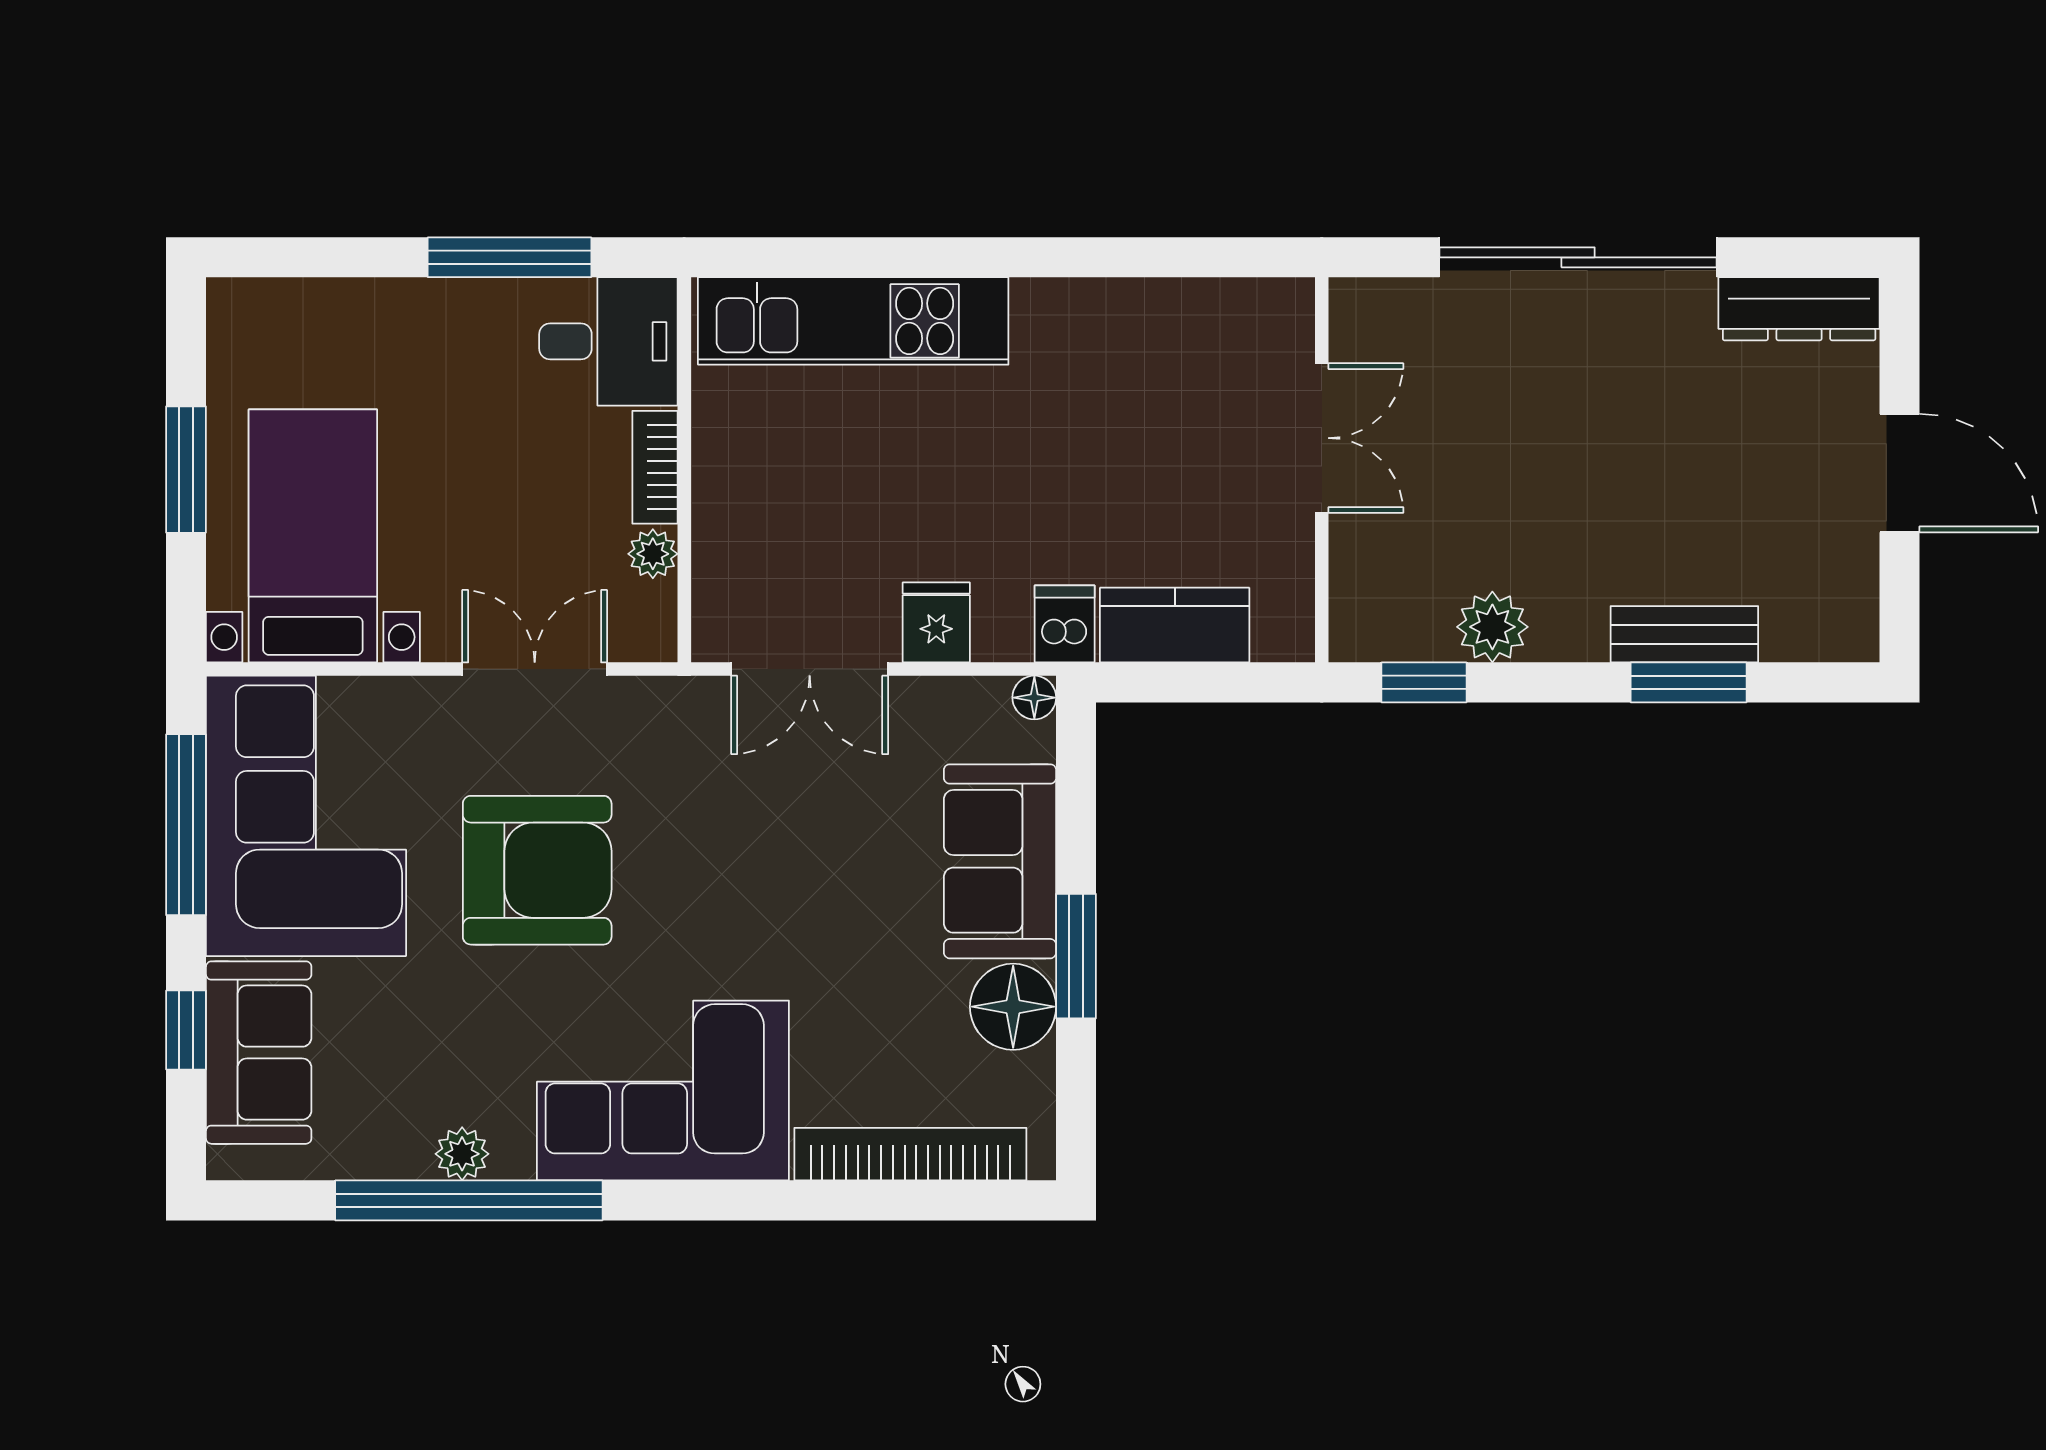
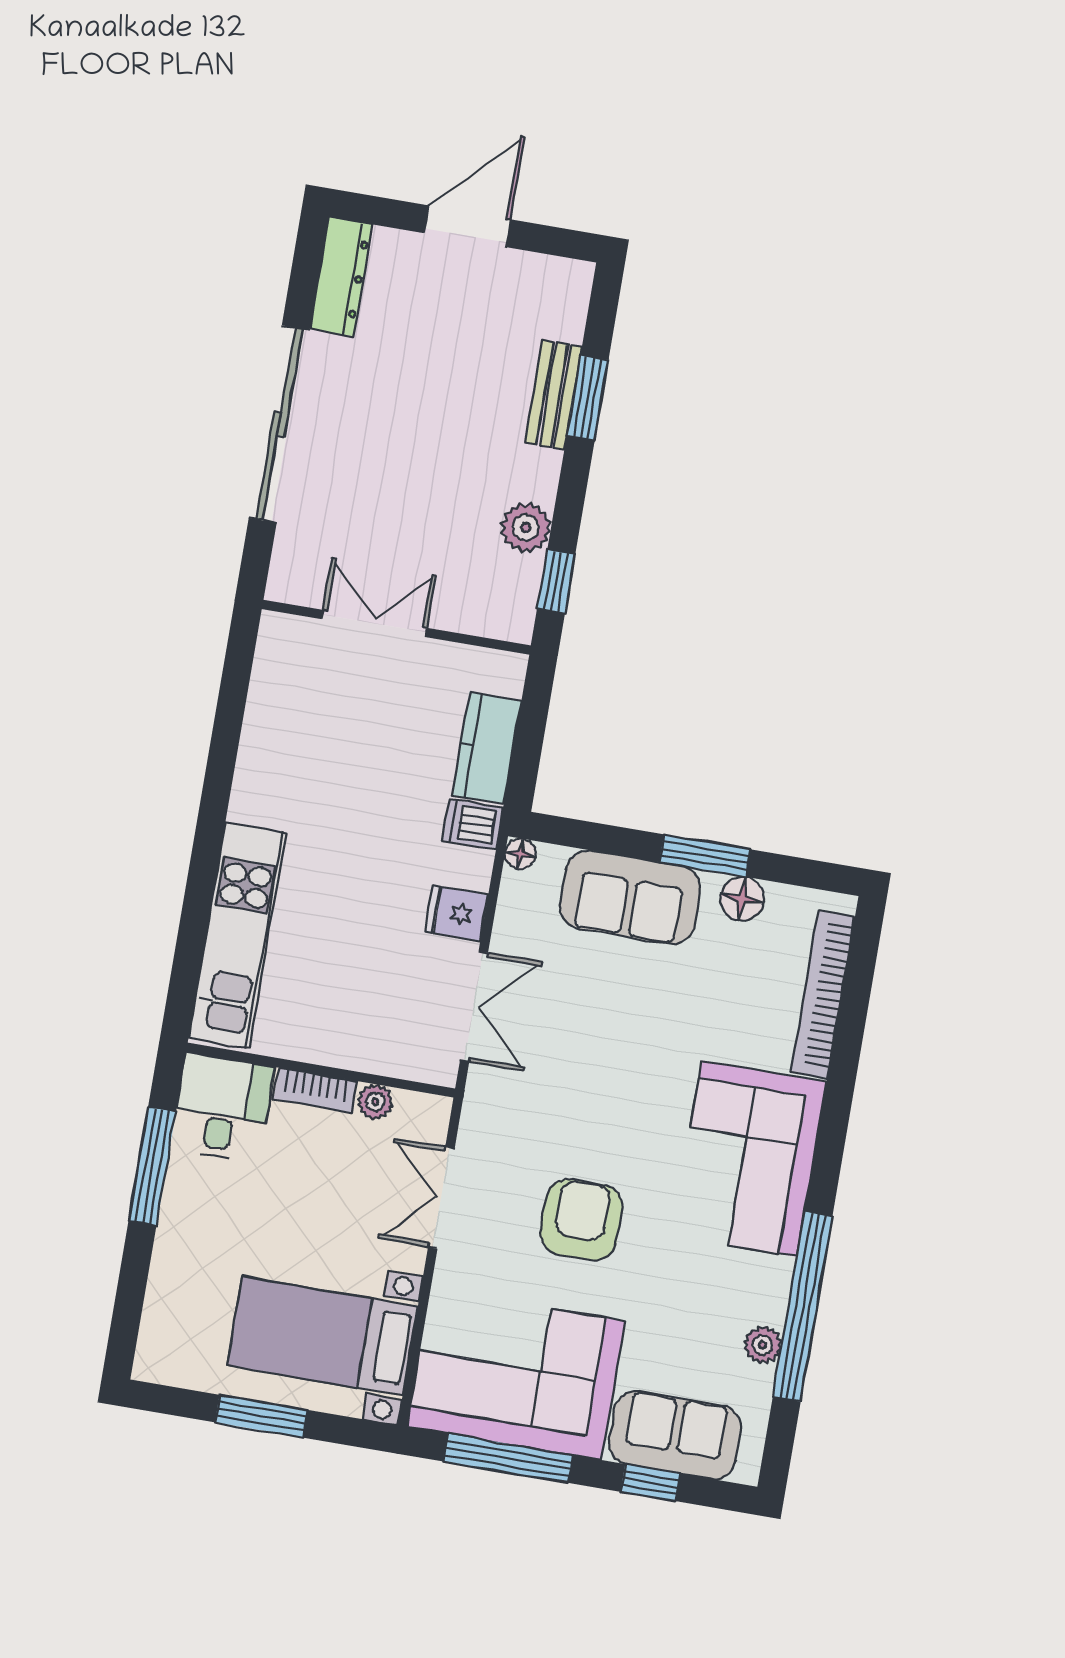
armchair: (537, 870) -> (581, 1220), width x0.73, depth x0.73
floor lamp: (1013, 1007) -> (742, 899), width x0.73, depth x0.73
plant: (462, 1154) -> (763, 1345), moved

